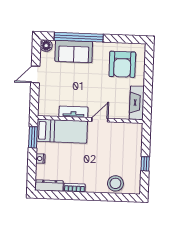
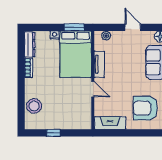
plant: (43, 103) -> (106, 36), added
bed: (62, 131) -> (76, 54), width x1.50

